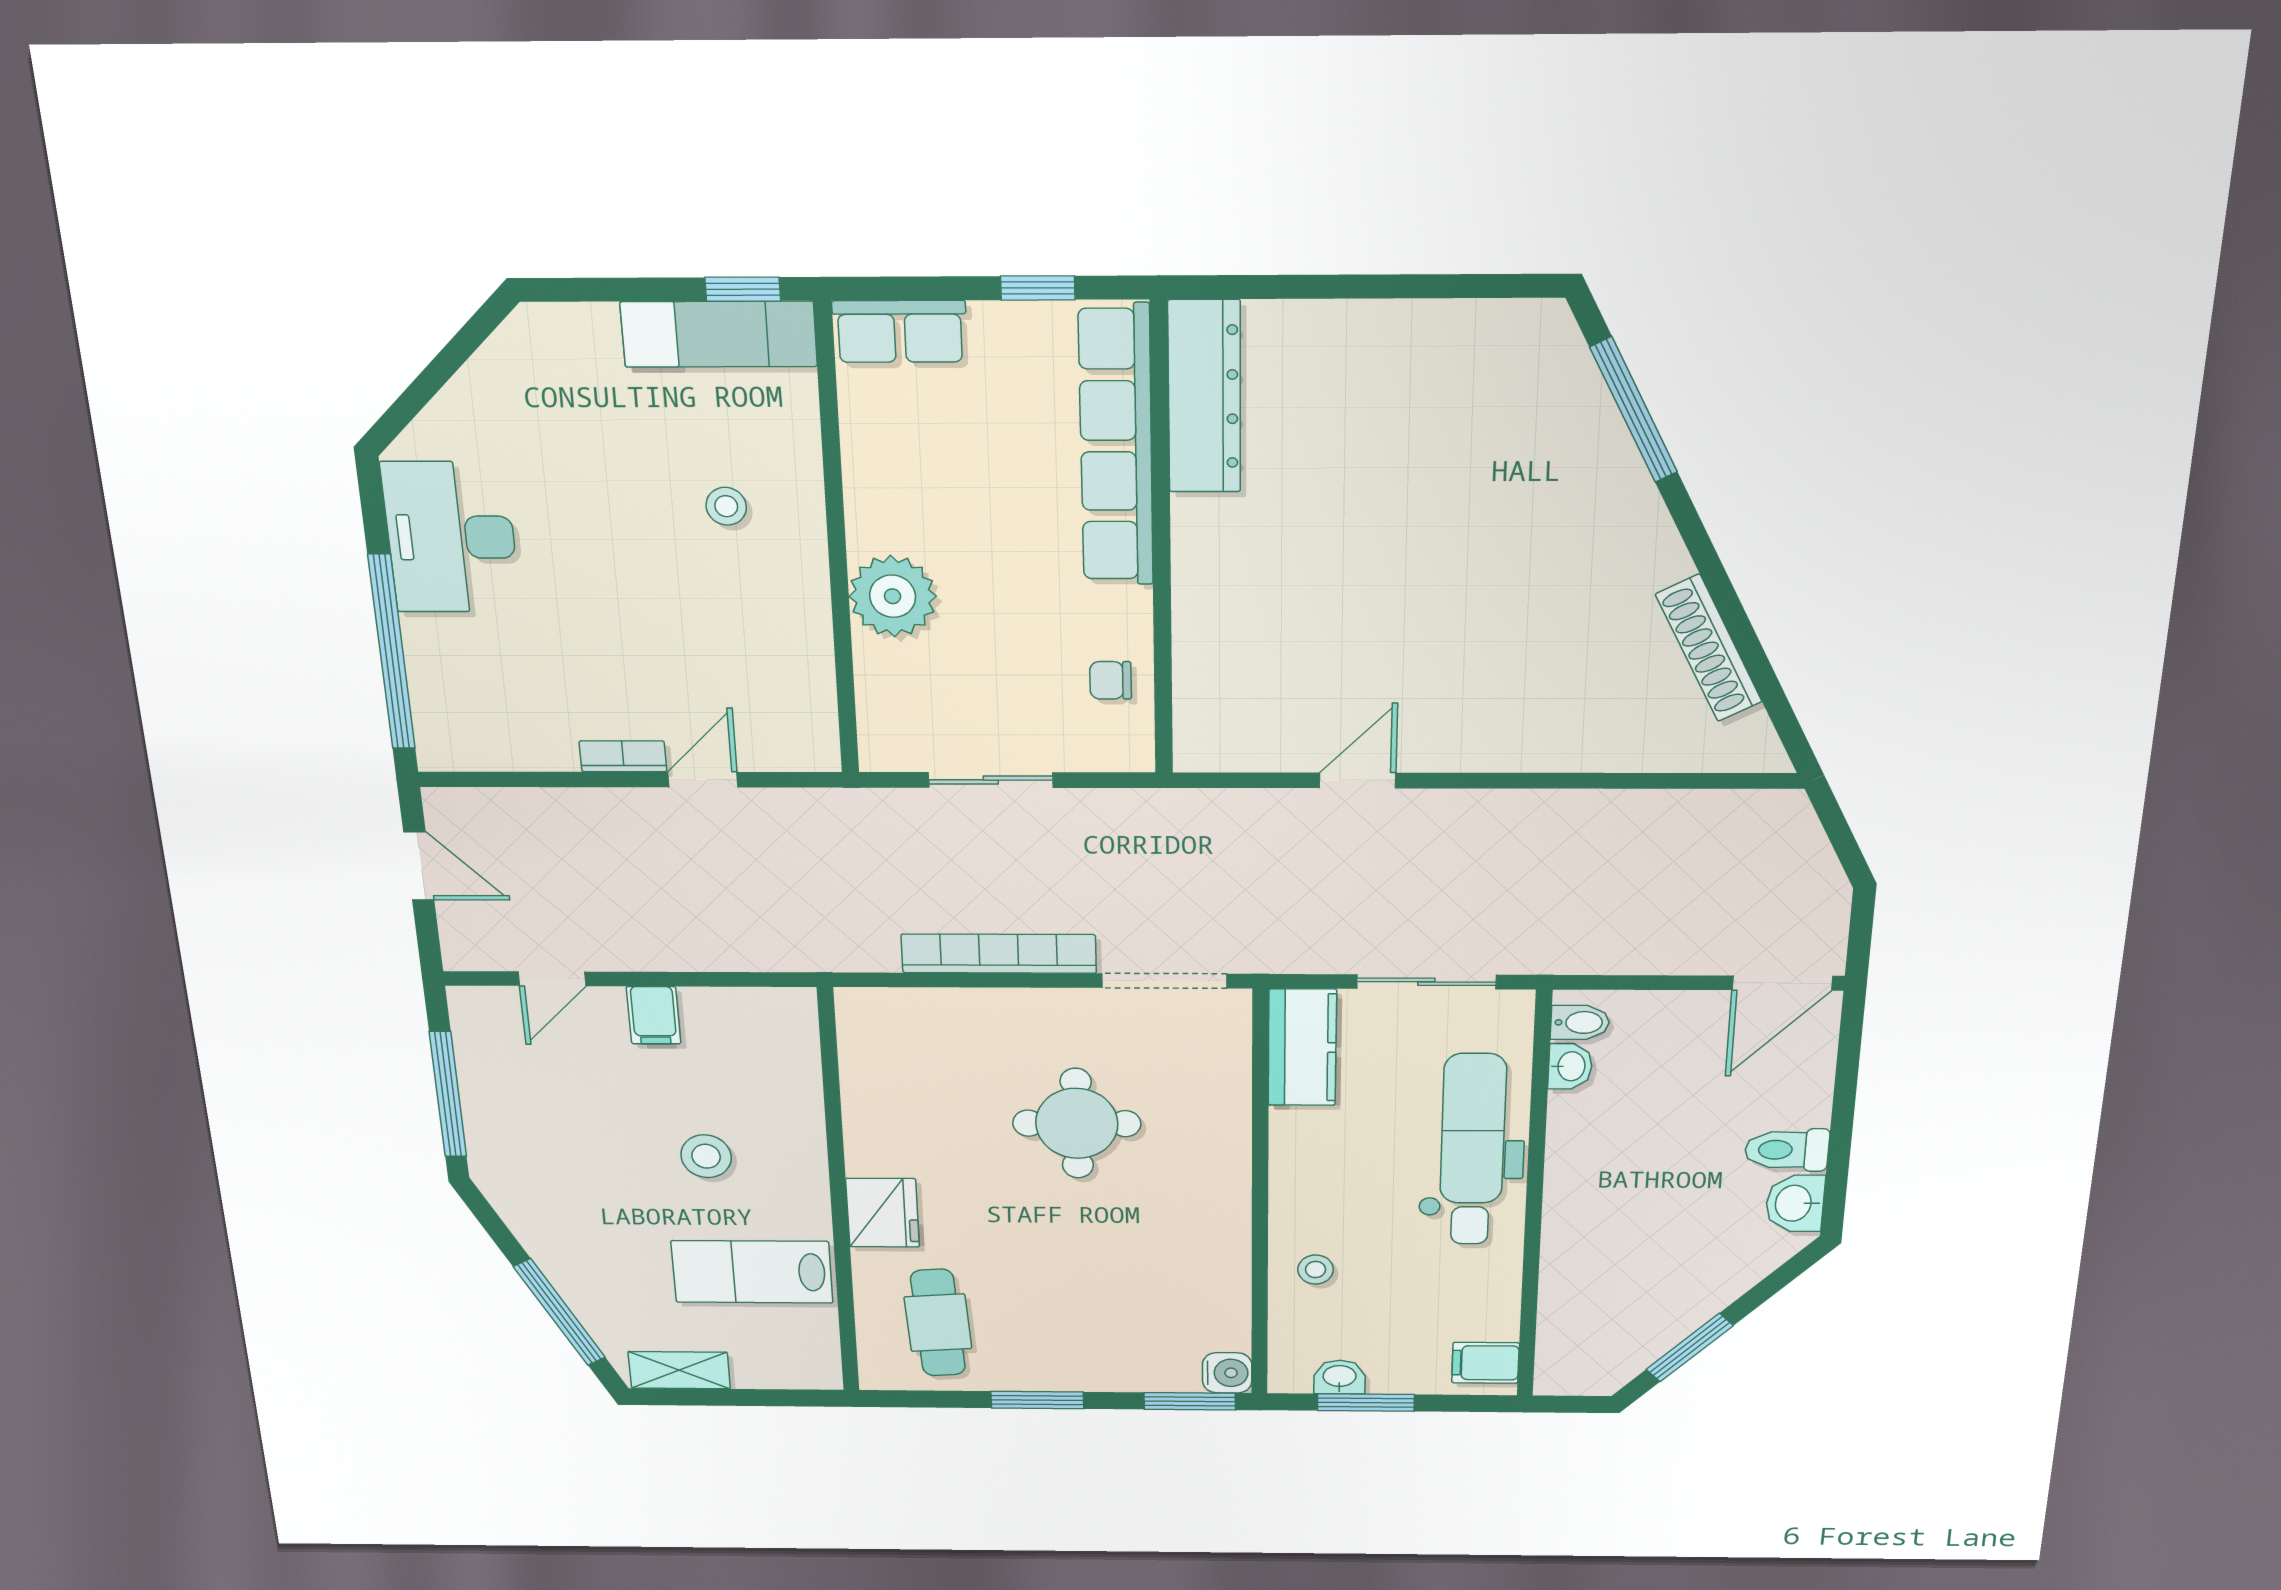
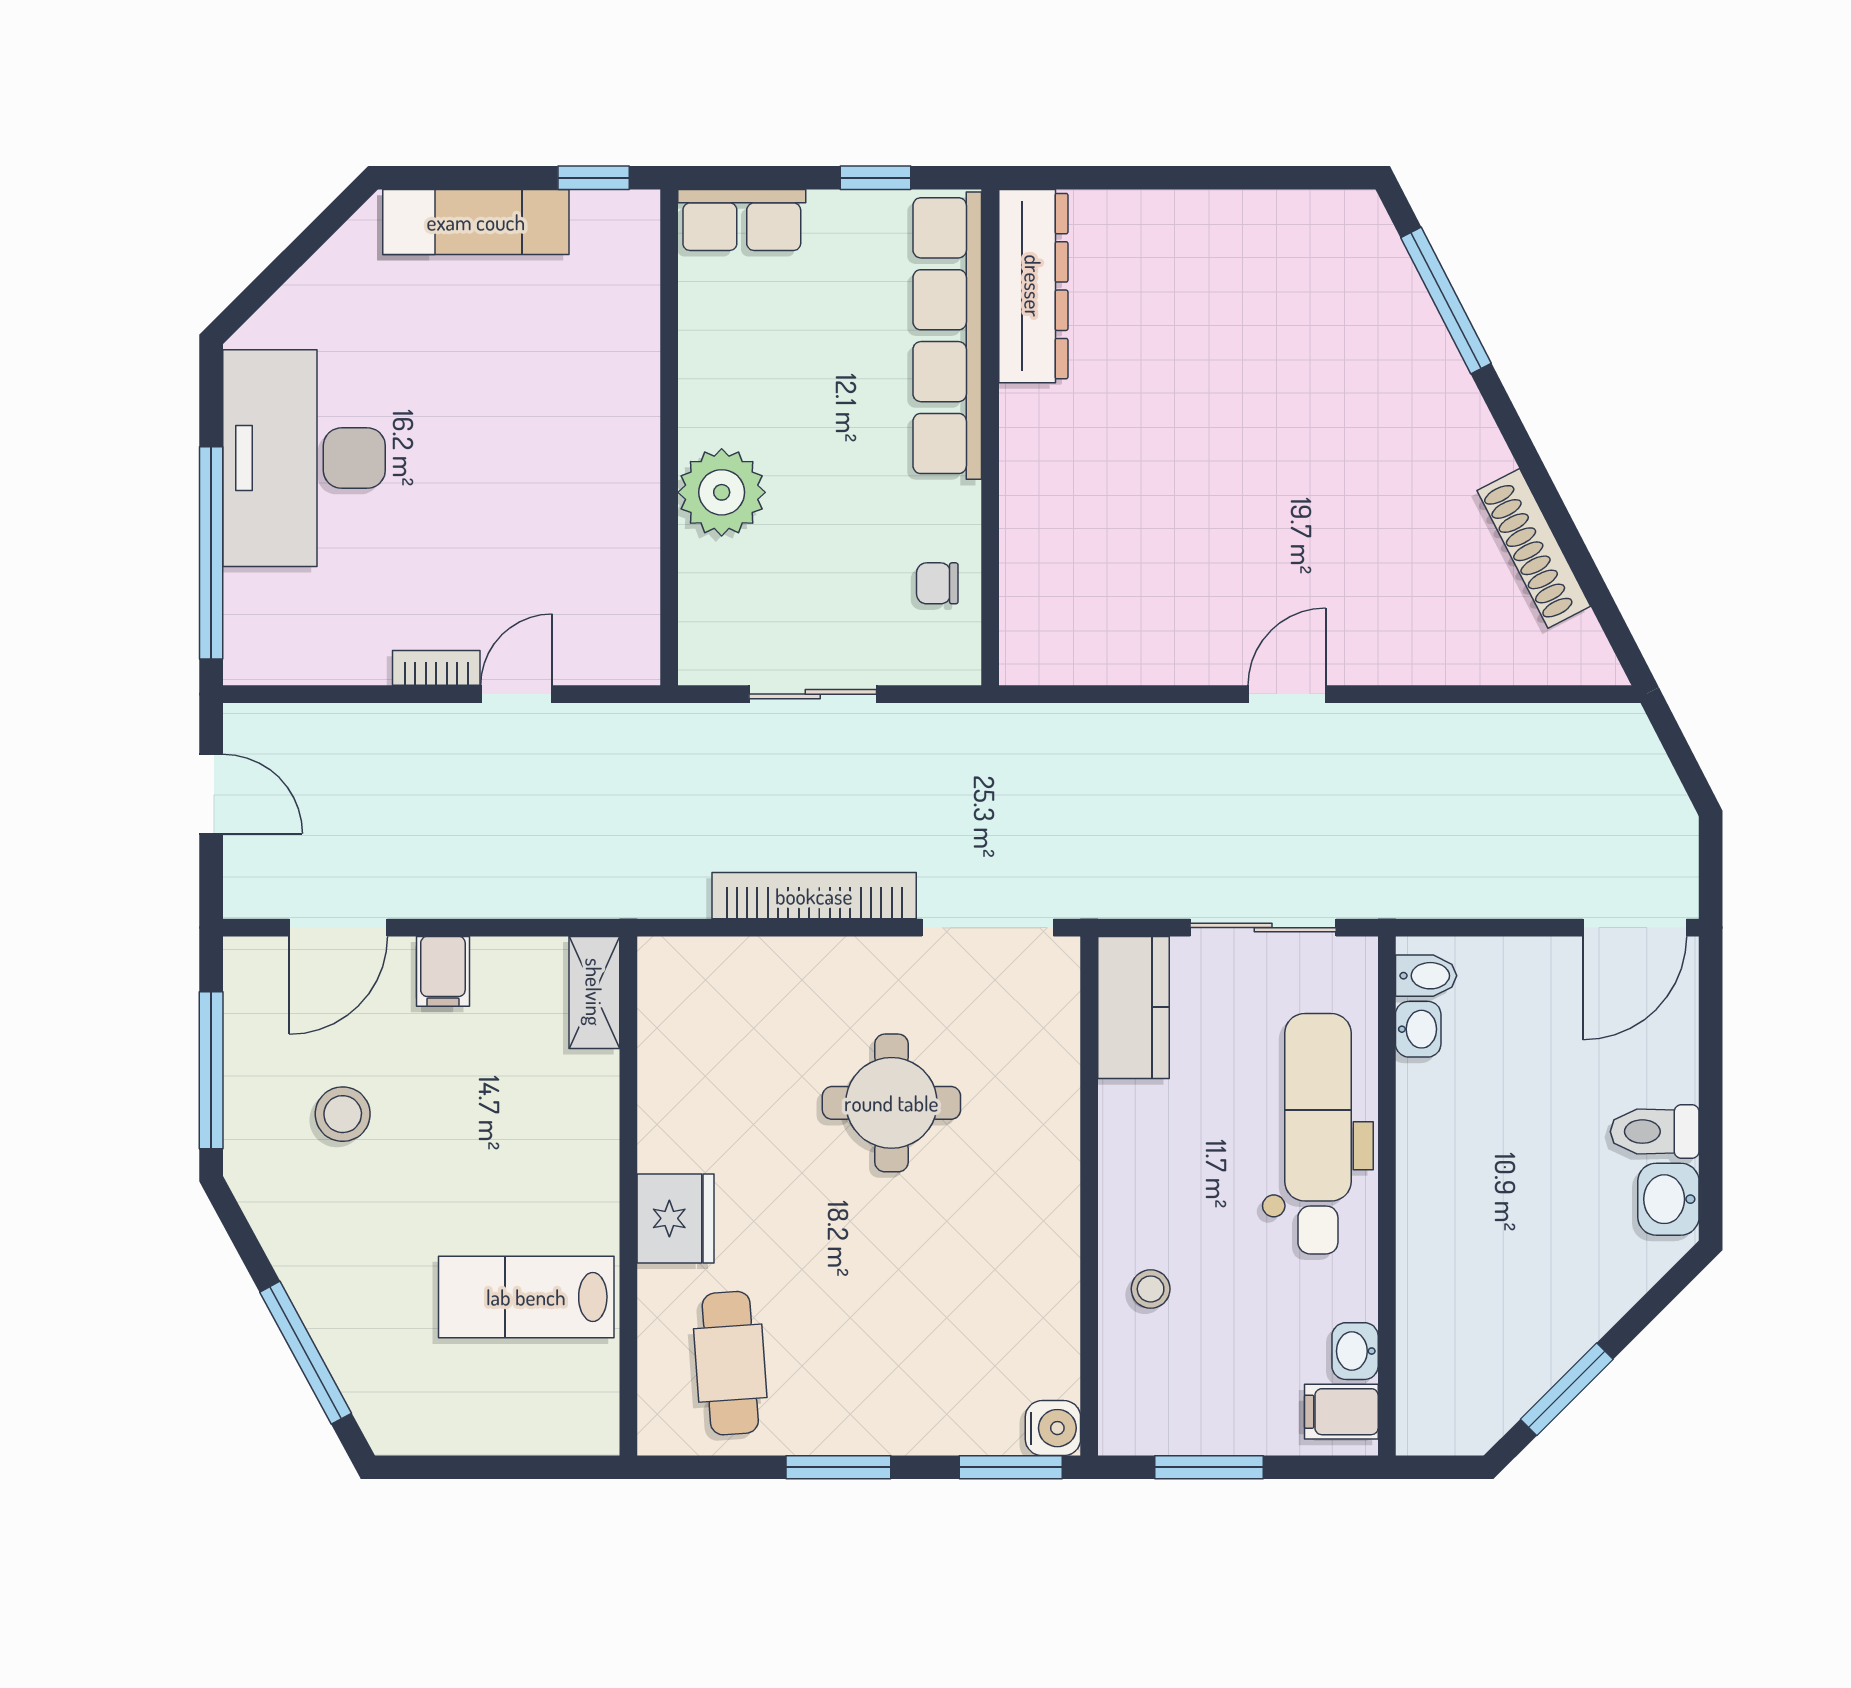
exam couch: (719, 334) -> (476, 222), moved
stool: (726, 506) -> (562, 397), removed
desk: (451, 537) -> (304, 458), width x1.36, depth x1.30
door: (1358, 780) -> (1287, 694), moved
door: (552, 979) -> (338, 928), width x1.38
stool: (706, 1156) -> (343, 1114), moved
shelving: (679, 1370) -> (594, 992), moved, turned 90
washbasin: (1340, 1377) -> (1355, 1351), moved, turned -90

